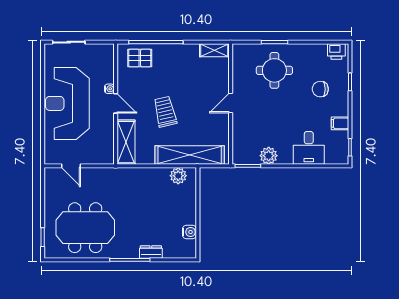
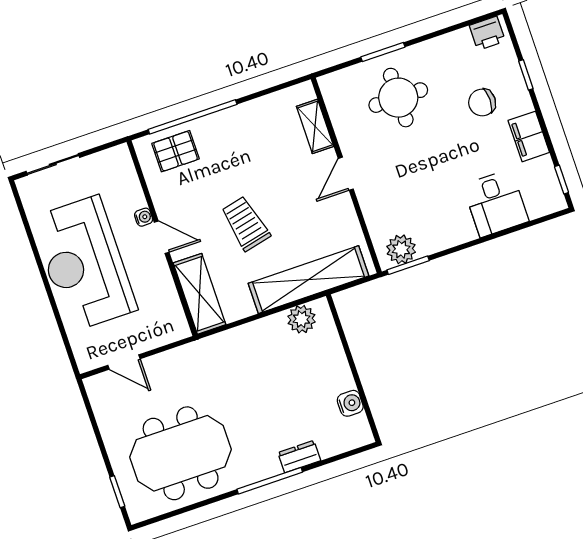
shelving: (214, 50) -> (315, 126), moved, turned 90
filing cabinet: (340, 123) -> (529, 136), width x2.00
plant: (269, 156) -> (401, 249), moved

